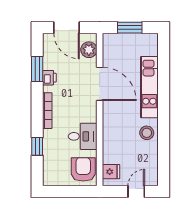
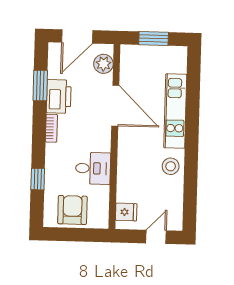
door: (67, 28) -> (77, 36), hinge flipped
printer: (49, 78) -> (59, 96), width x1.87, depth x1.48
bookcase: (47, 111) -> (51, 128), width x0.64
armchair: (83, 169) -> (72, 210), moved

